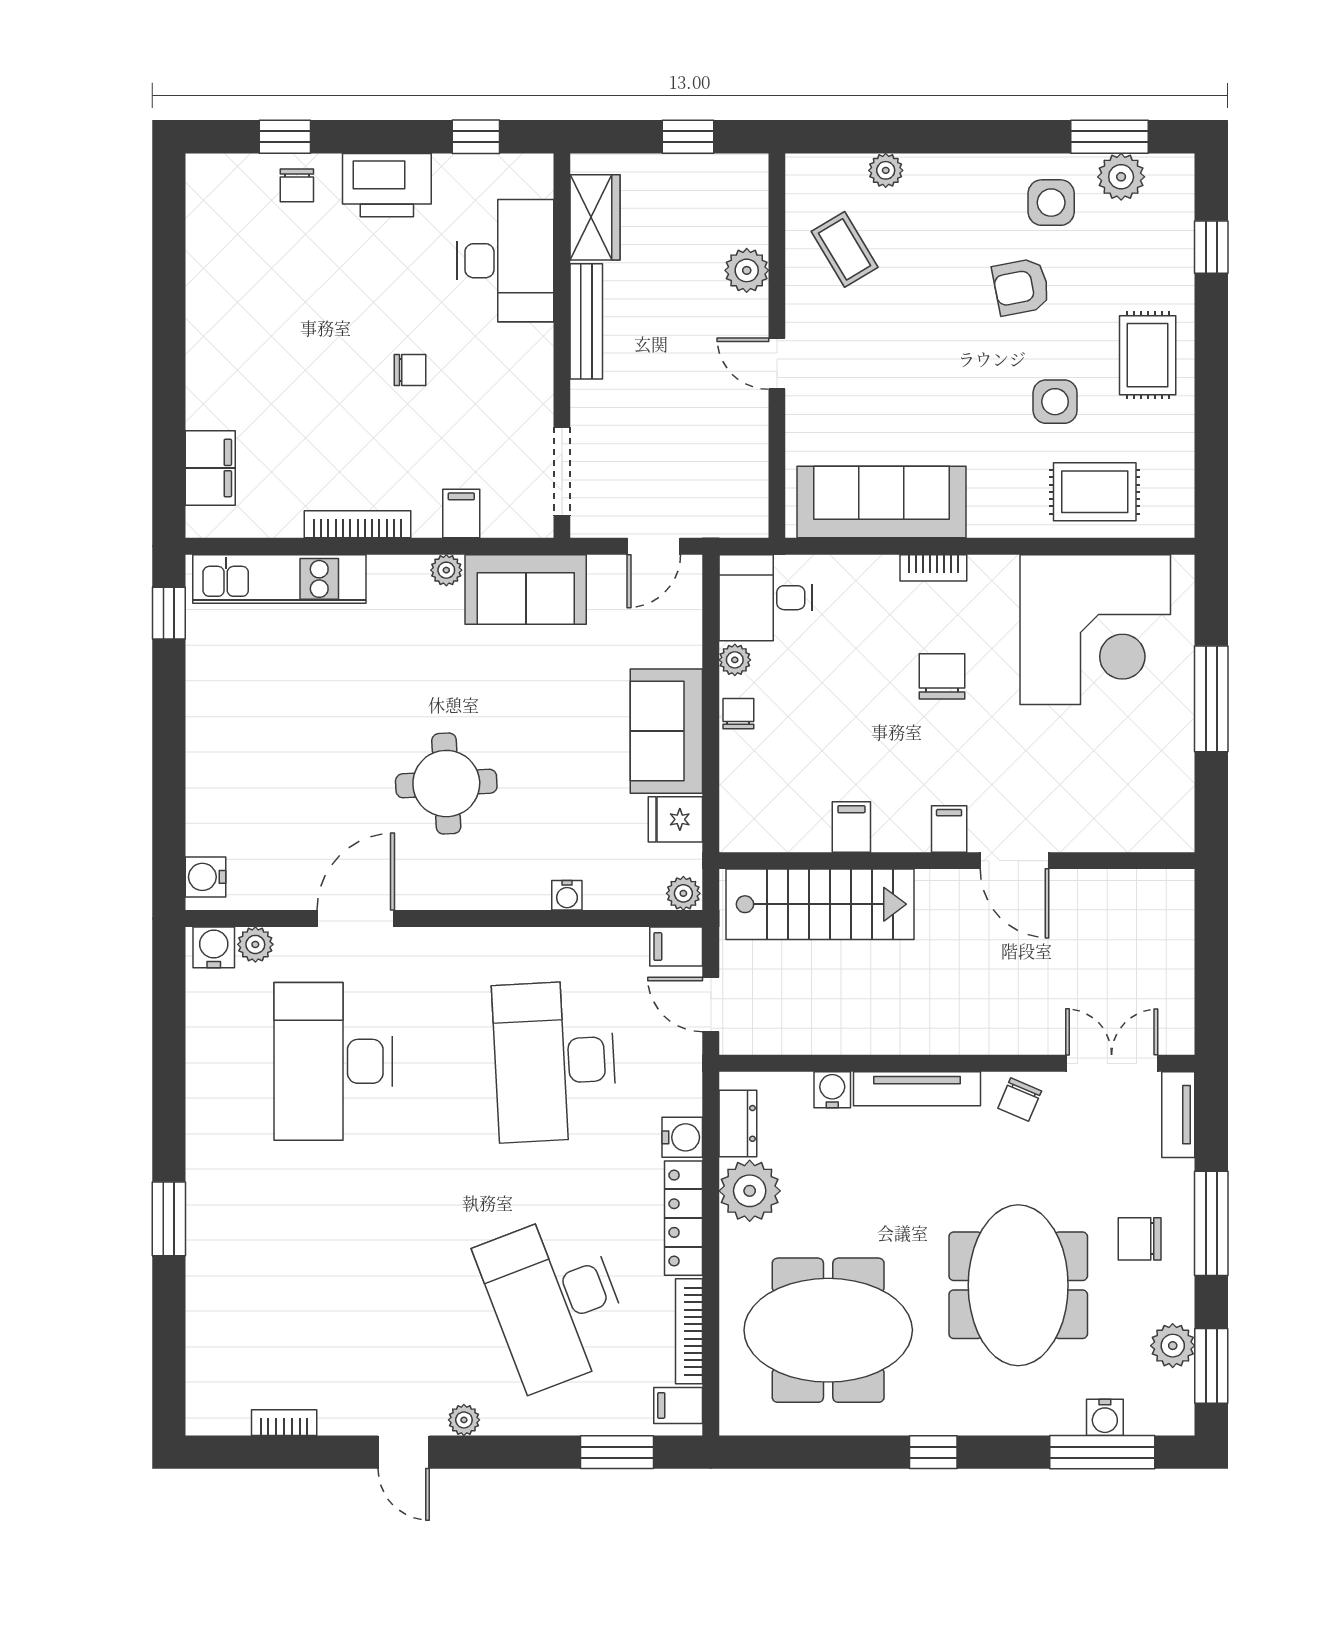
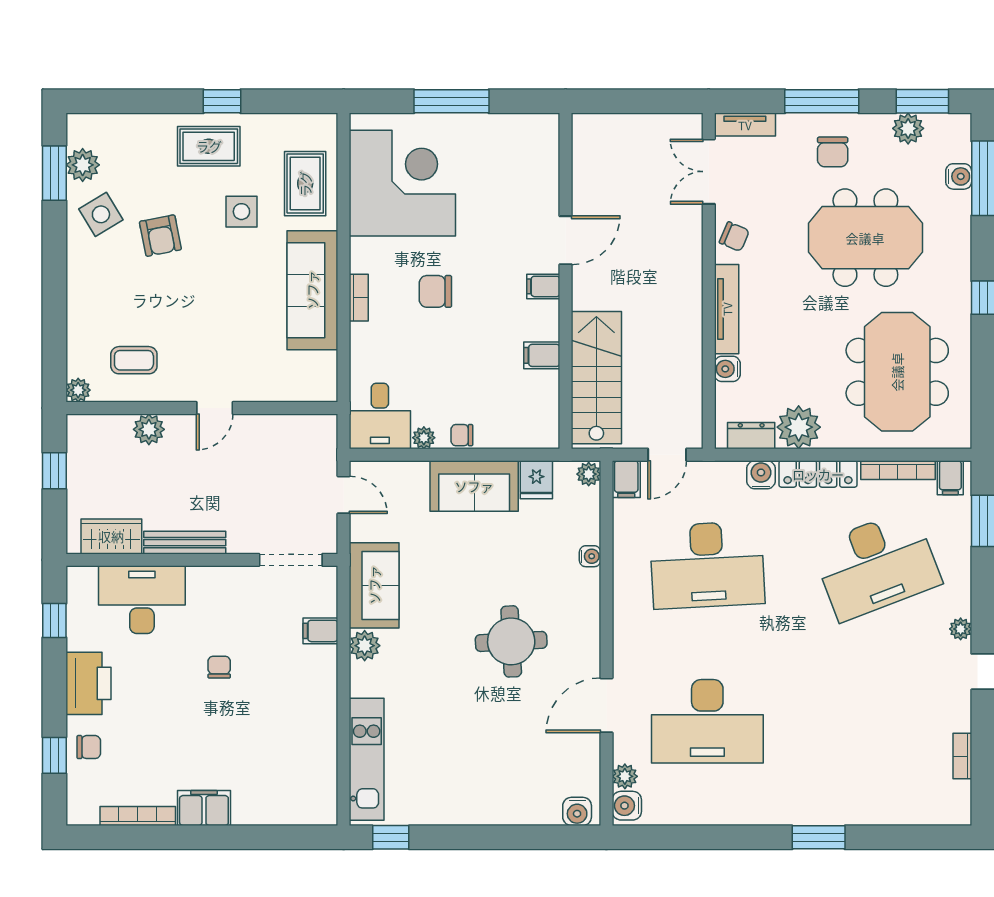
plant: (886, 170) -> (78, 390), moved
side table: (1051, 203) -> (101, 214), turned -31
window: (1211, 247) -> (222, 101), moved
coffee table: (845, 249) -> (134, 360), turned 31
filing cabinet: (210, 468) -> (204, 808), moved
sofa: (881, 502) -> (312, 290), moved
bookcase: (358, 524) -> (138, 816), moved, turned 90
plant: (446, 570) -> (365, 646), width x1.38, depth x1.38
door: (356, 918) -> (606, 705), hinge flipped

